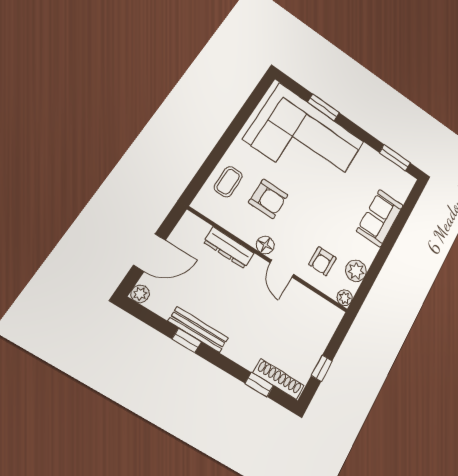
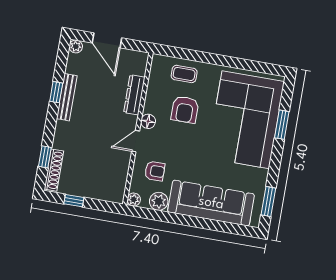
sofa: (380, 218) -> (211, 203), width x1.85, depth x1.27
armchair: (322, 261) -> (155, 171), turned 180

